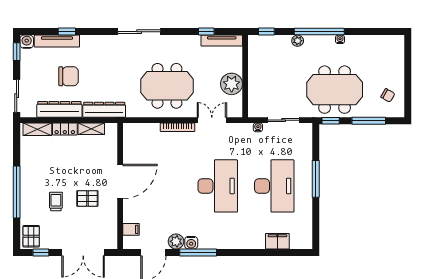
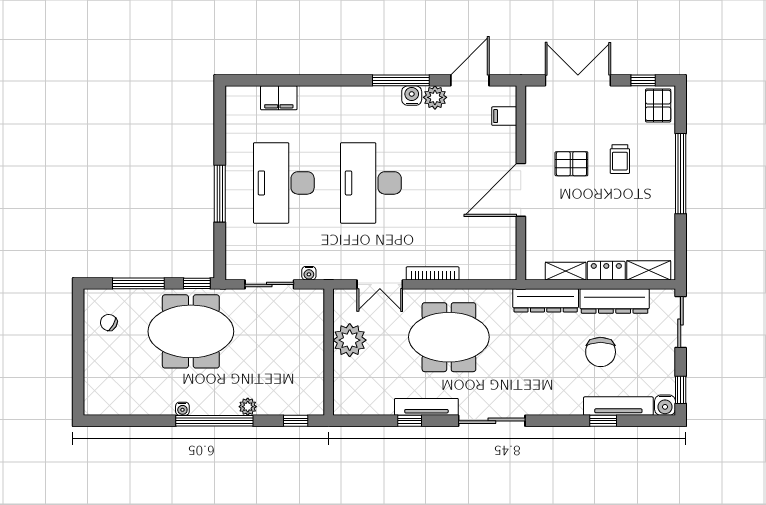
window: (206, 32) -> (410, 421), moved
tv unit: (222, 41) -> (426, 407), moved
chair: (69, 76) -> (601, 352), turned -90

